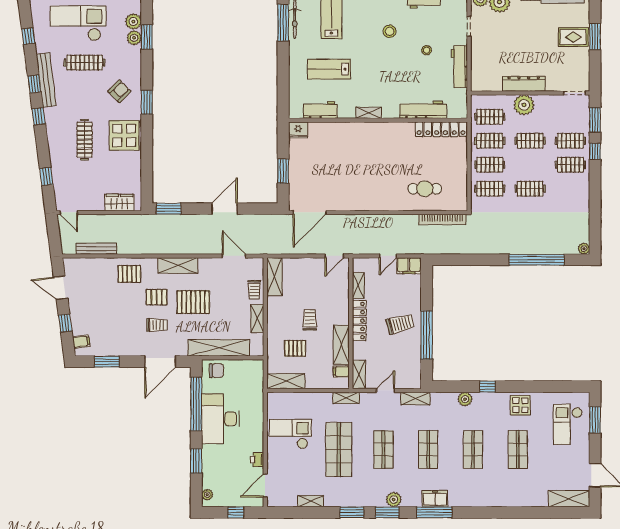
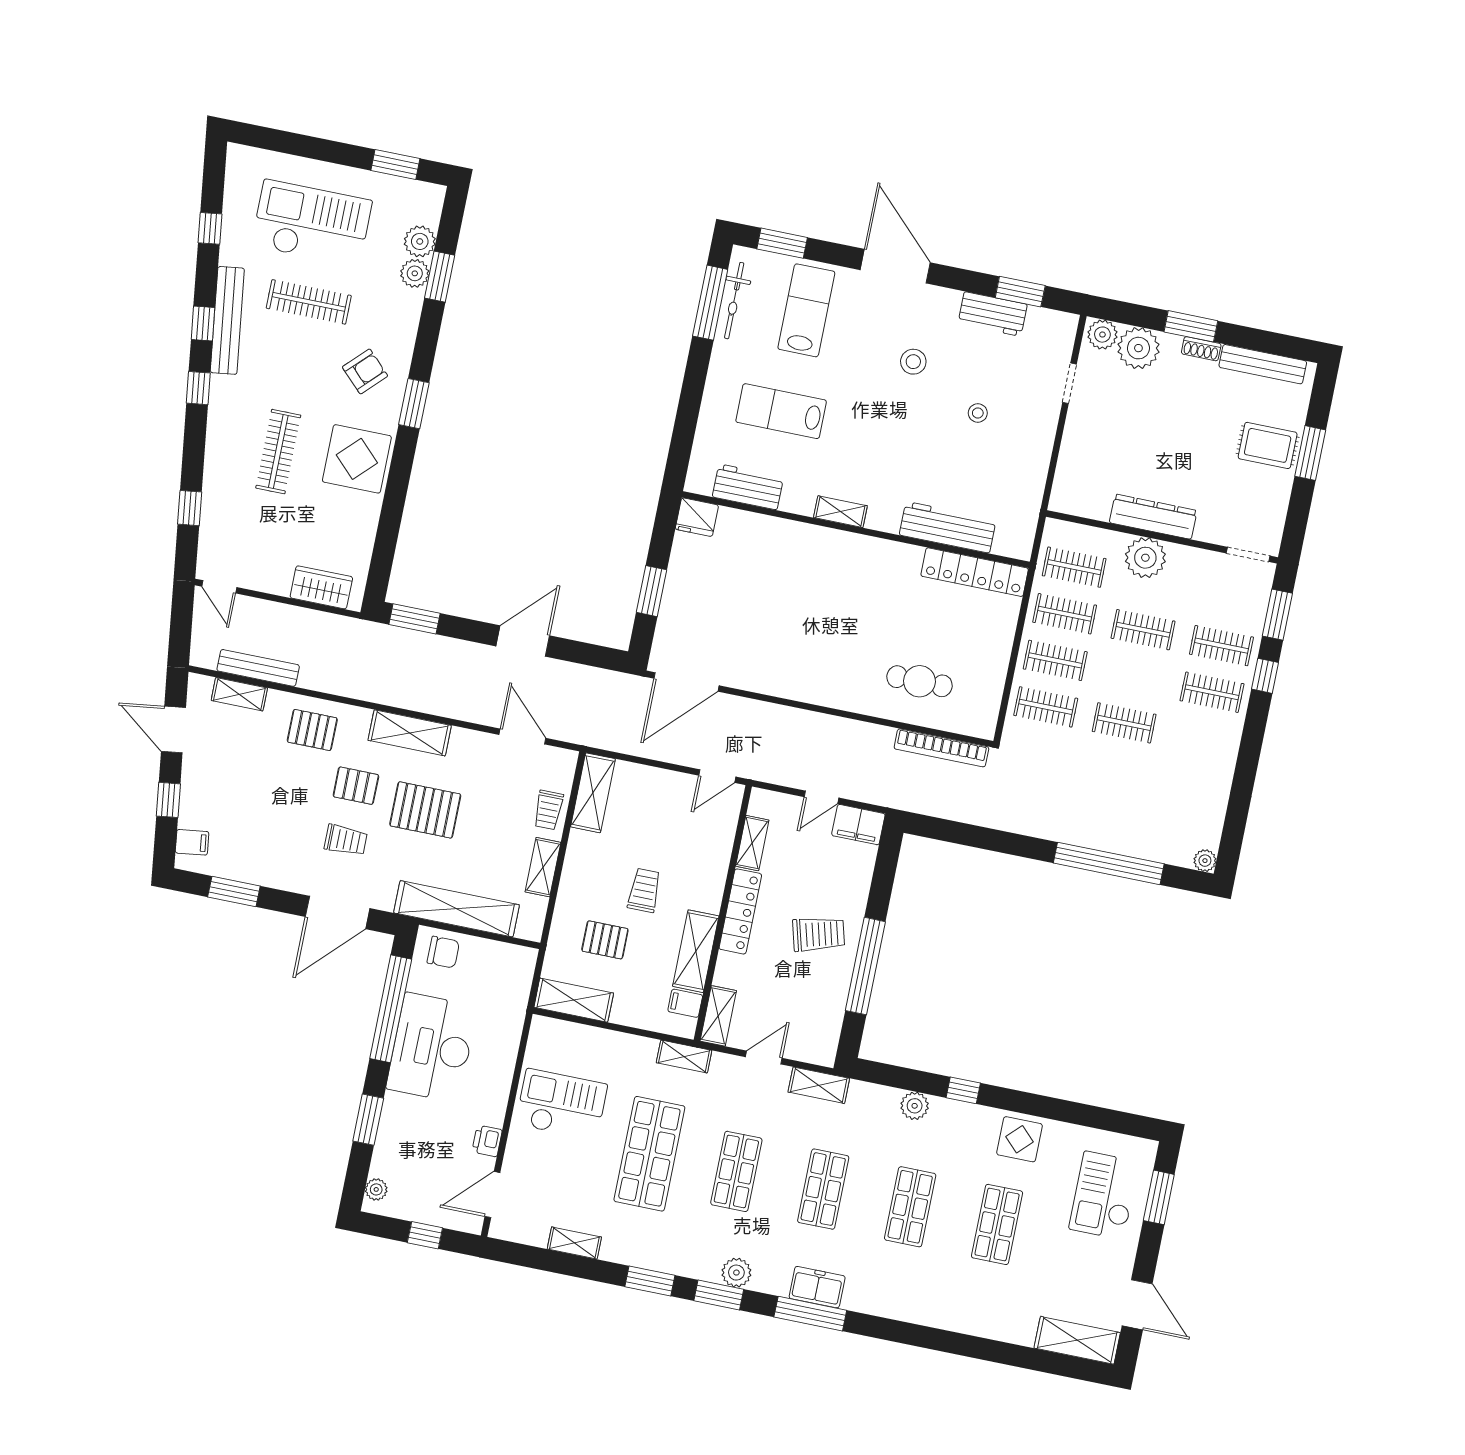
workbench: (459, 67) -> (1035, 458), removed
shelving: (90, 264) -> (239, 694), added

